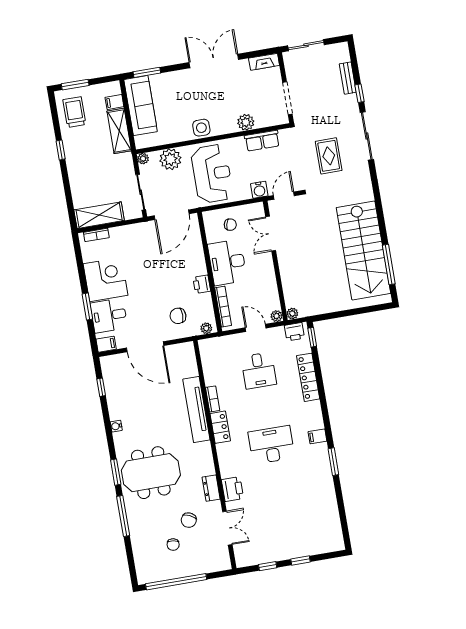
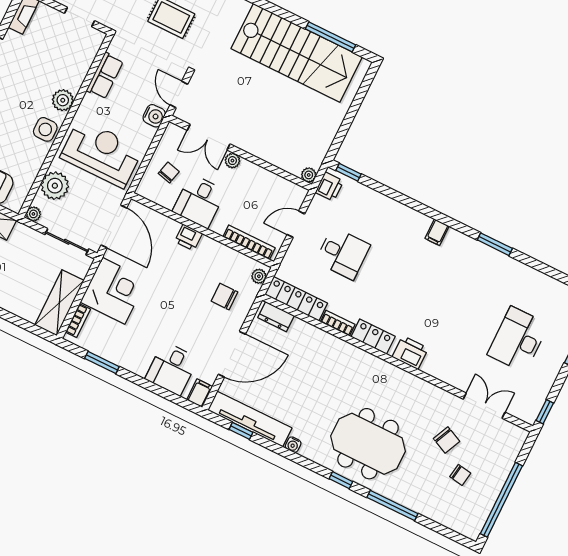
doorway: (287, 98) -> (80, 17), width x0.73
plant: (246, 122) -> (63, 100), moved
desk: (227, 262) -> (199, 201), width x0.73
corner desk: (105, 279) -> (113, 291), moved, turned 90
printer: (202, 284) -> (188, 237), moved
window: (87, 307) -> (102, 363), moved
chair: (178, 316) -> (224, 297), turned 90
plant: (277, 316) -> (232, 161), moved
locker: (308, 377) -> (296, 299), moved, turned 180
tv unit: (196, 410) -> (250, 419), moved, turned 180
filing cabinet: (317, 436) -> (437, 232), moved
desk: (271, 445) -> (518, 339), moved
window: (116, 472) -> (341, 480), width x0.67
meeting table: (151, 473) -> (368, 444), turned 90
dresser: (211, 488) -> (276, 317), moved
printer: (232, 489) -> (410, 353), moved
window: (268, 566) -> (545, 412), moved

